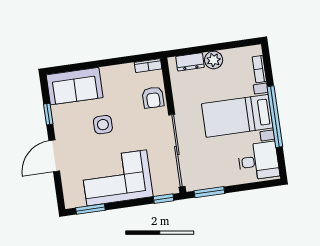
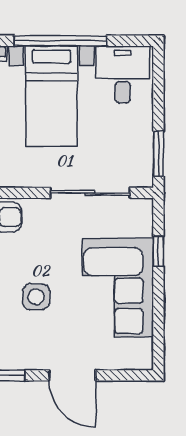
sliding door: (177, 151) -> (90, 193), width x0.73
window: (164, 199) -> (158, 251), moved
window: (90, 209) -> (158, 333), removed

